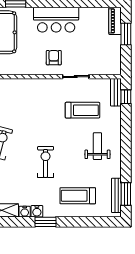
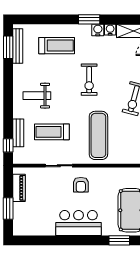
piano: (115, 21) -> (19, 188), moved
bench: (116, 92) -> (18, 133), moved
exercise mat: (36, 107) -> (98, 135), added
weight bench: (97, 146) -> (37, 96), turned 90

